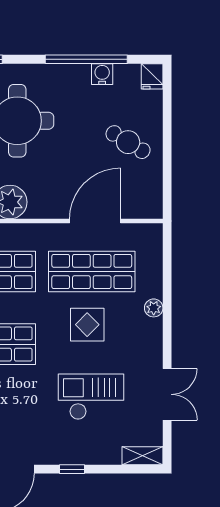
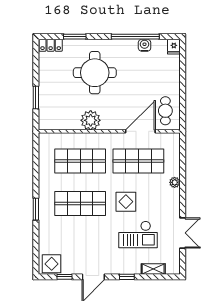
cafe table: (128, 142) -> (165, 111), moved, turned 59
display table: (87, 325) -> (126, 202), moved
checkout: (91, 397) -> (138, 234), turned 180
shelving: (142, 456) -> (153, 269), moved

